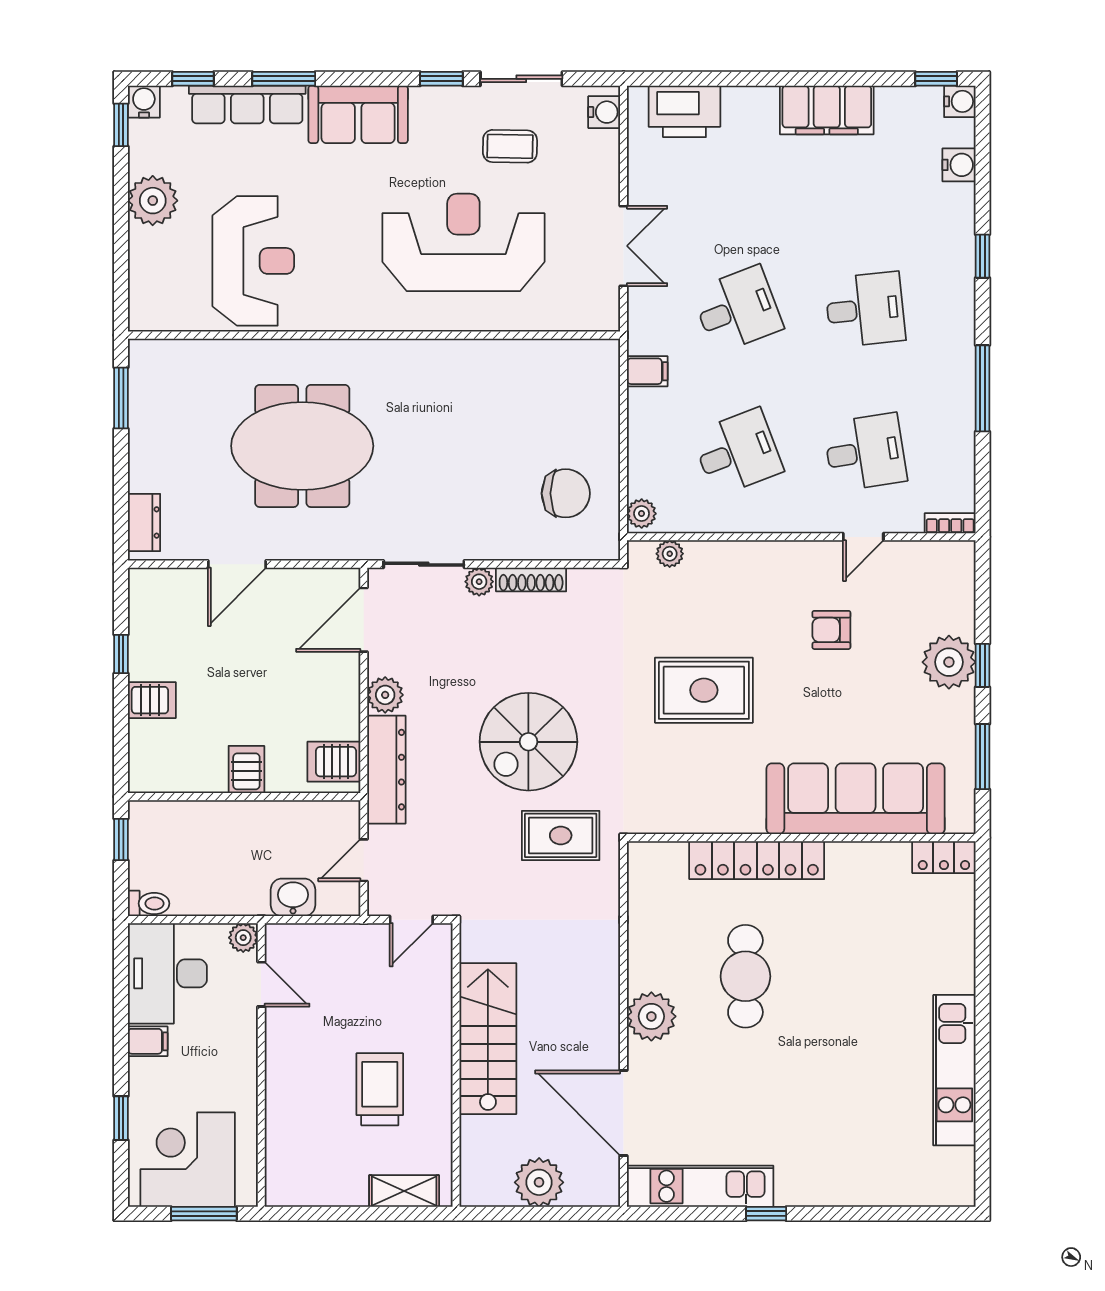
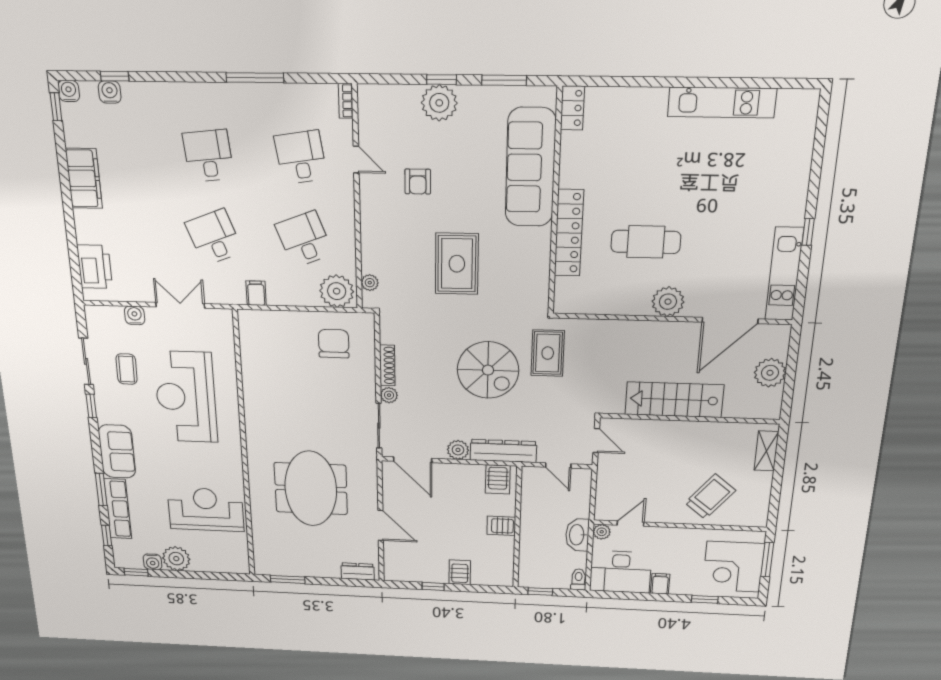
water cooler: (144, 102) -> (153, 562), moved, turned -90
water cooler: (604, 112) -> (135, 315), moved
window: (982, 256) -> (115, 76), moved
plant: (642, 514) -> (337, 291), width x1.87, depth x1.87
washbasin: (293, 897) -> (577, 535), moved, width x1.38
trolley: (380, 1089) -> (710, 497), moved, turned 129

